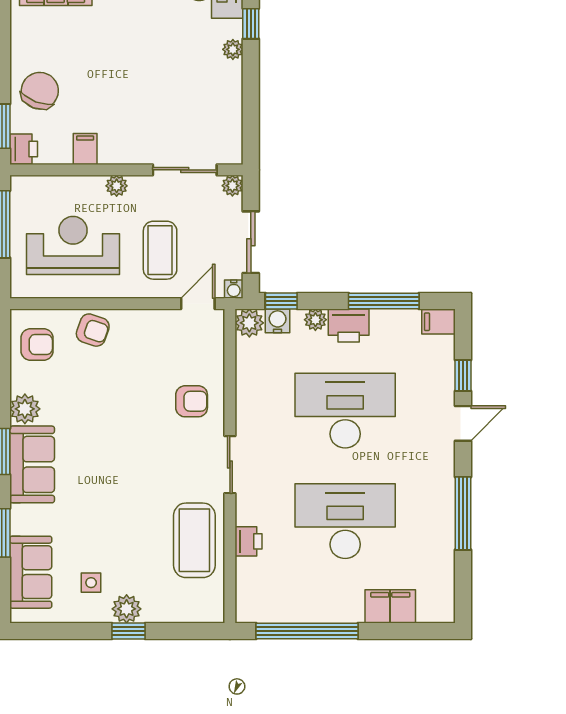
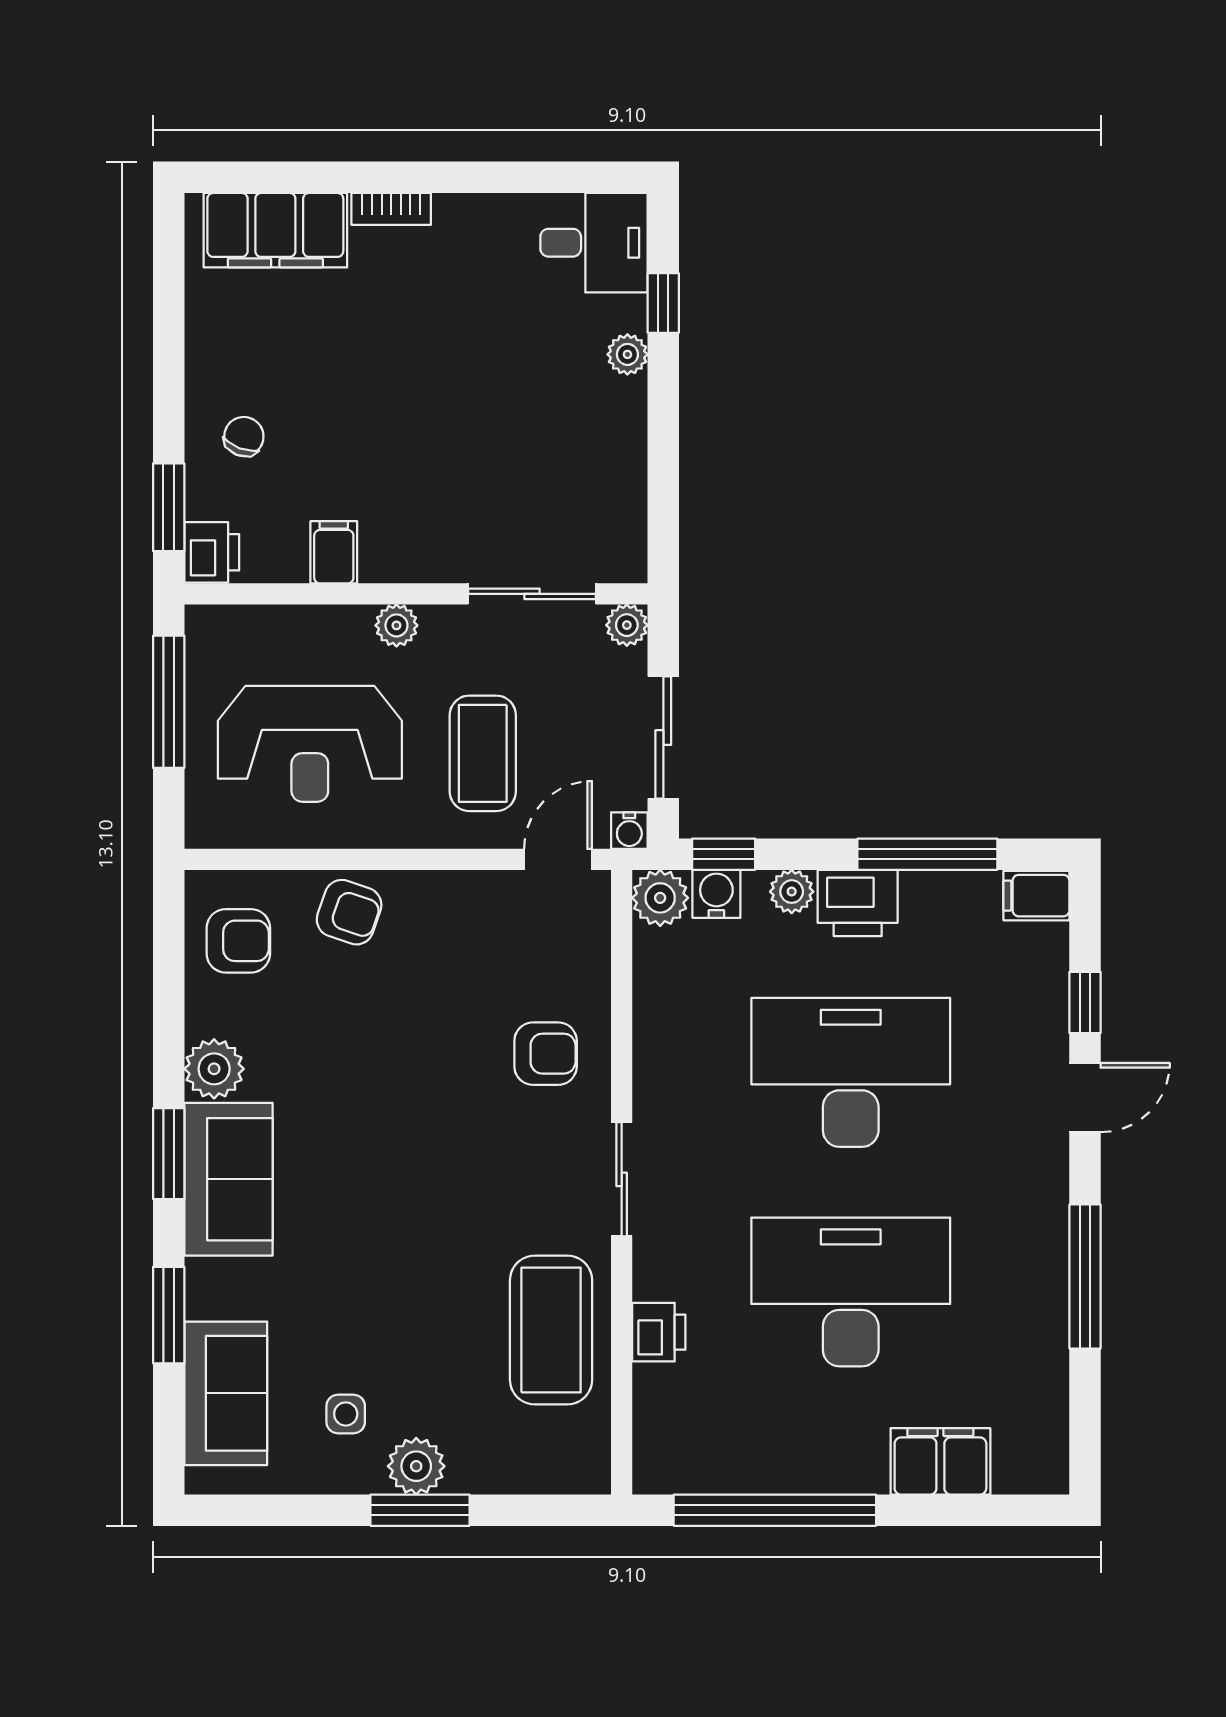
chair: (40, 91) -> (244, 437), width x0.54, depth x0.54
reception desk: (73, 245) -> (310, 744), turned 180
window: (128, 631) -> (420, 1510), width x1.50

